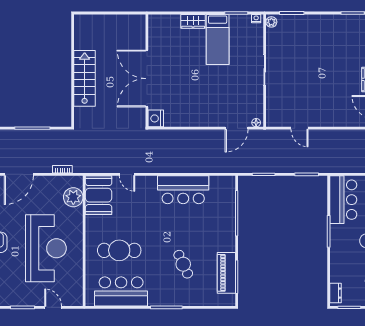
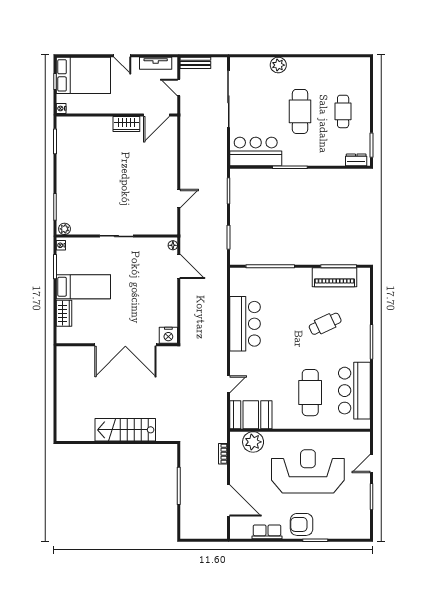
wall: (147, 71) -> (117, 345), moved
double door: (147, 79) -> (125, 345), moved
nightstand: (156, 118) -> (168, 335), moved

